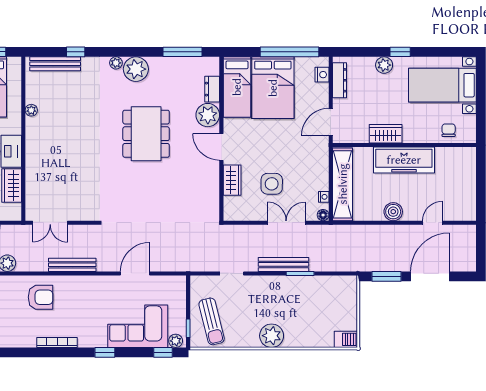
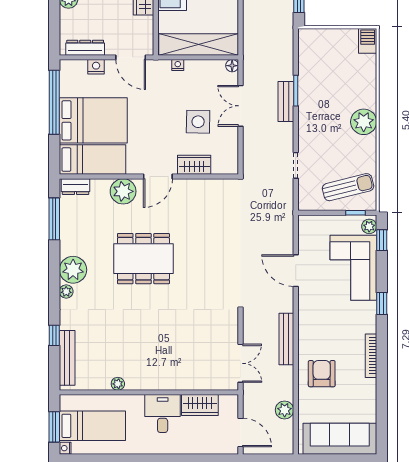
nightstand: (322, 75) -> (96, 67), moved
dresser: (212, 89) -> (76, 187), moved
nightstand: (324, 197) -> (178, 65), moved
bench: (283, 264) -> (286, 101), width x0.73

